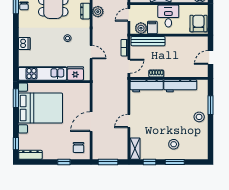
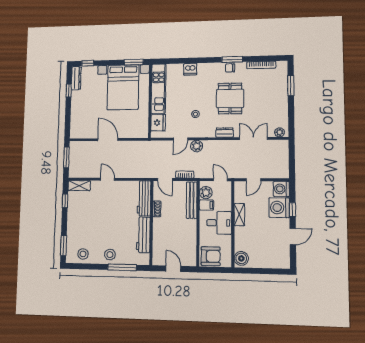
plant: (98, 12) -> (197, 146), moved
window: (210, 105) -> (122, 267), width x1.44
stool: (174, 144) -> (83, 254), moved
chair: (79, 148) -> (82, 127), removed
window: (64, 162) -> (69, 91), moved
window: (175, 162) -> (64, 245), moved

